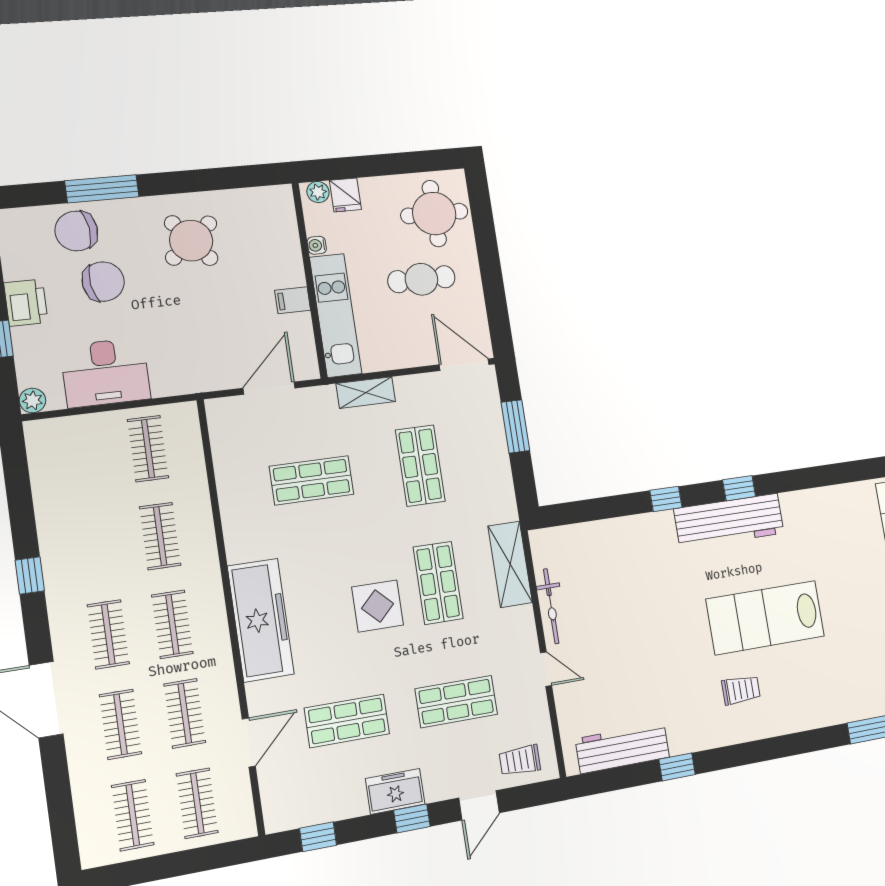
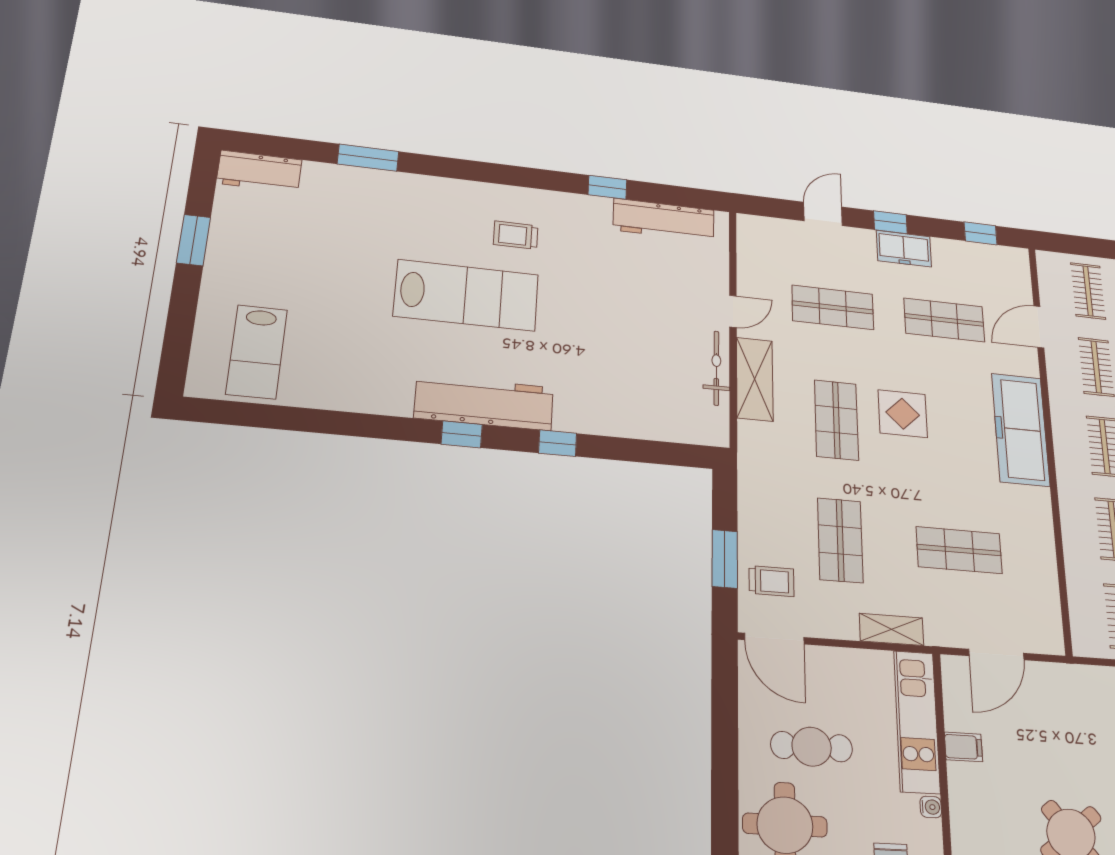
shelving: (510, 564) -> (755, 379), moved
door: (546, 669) -> (733, 311), swing flipped
trolley: (520, 760) -> (771, 581), moved

